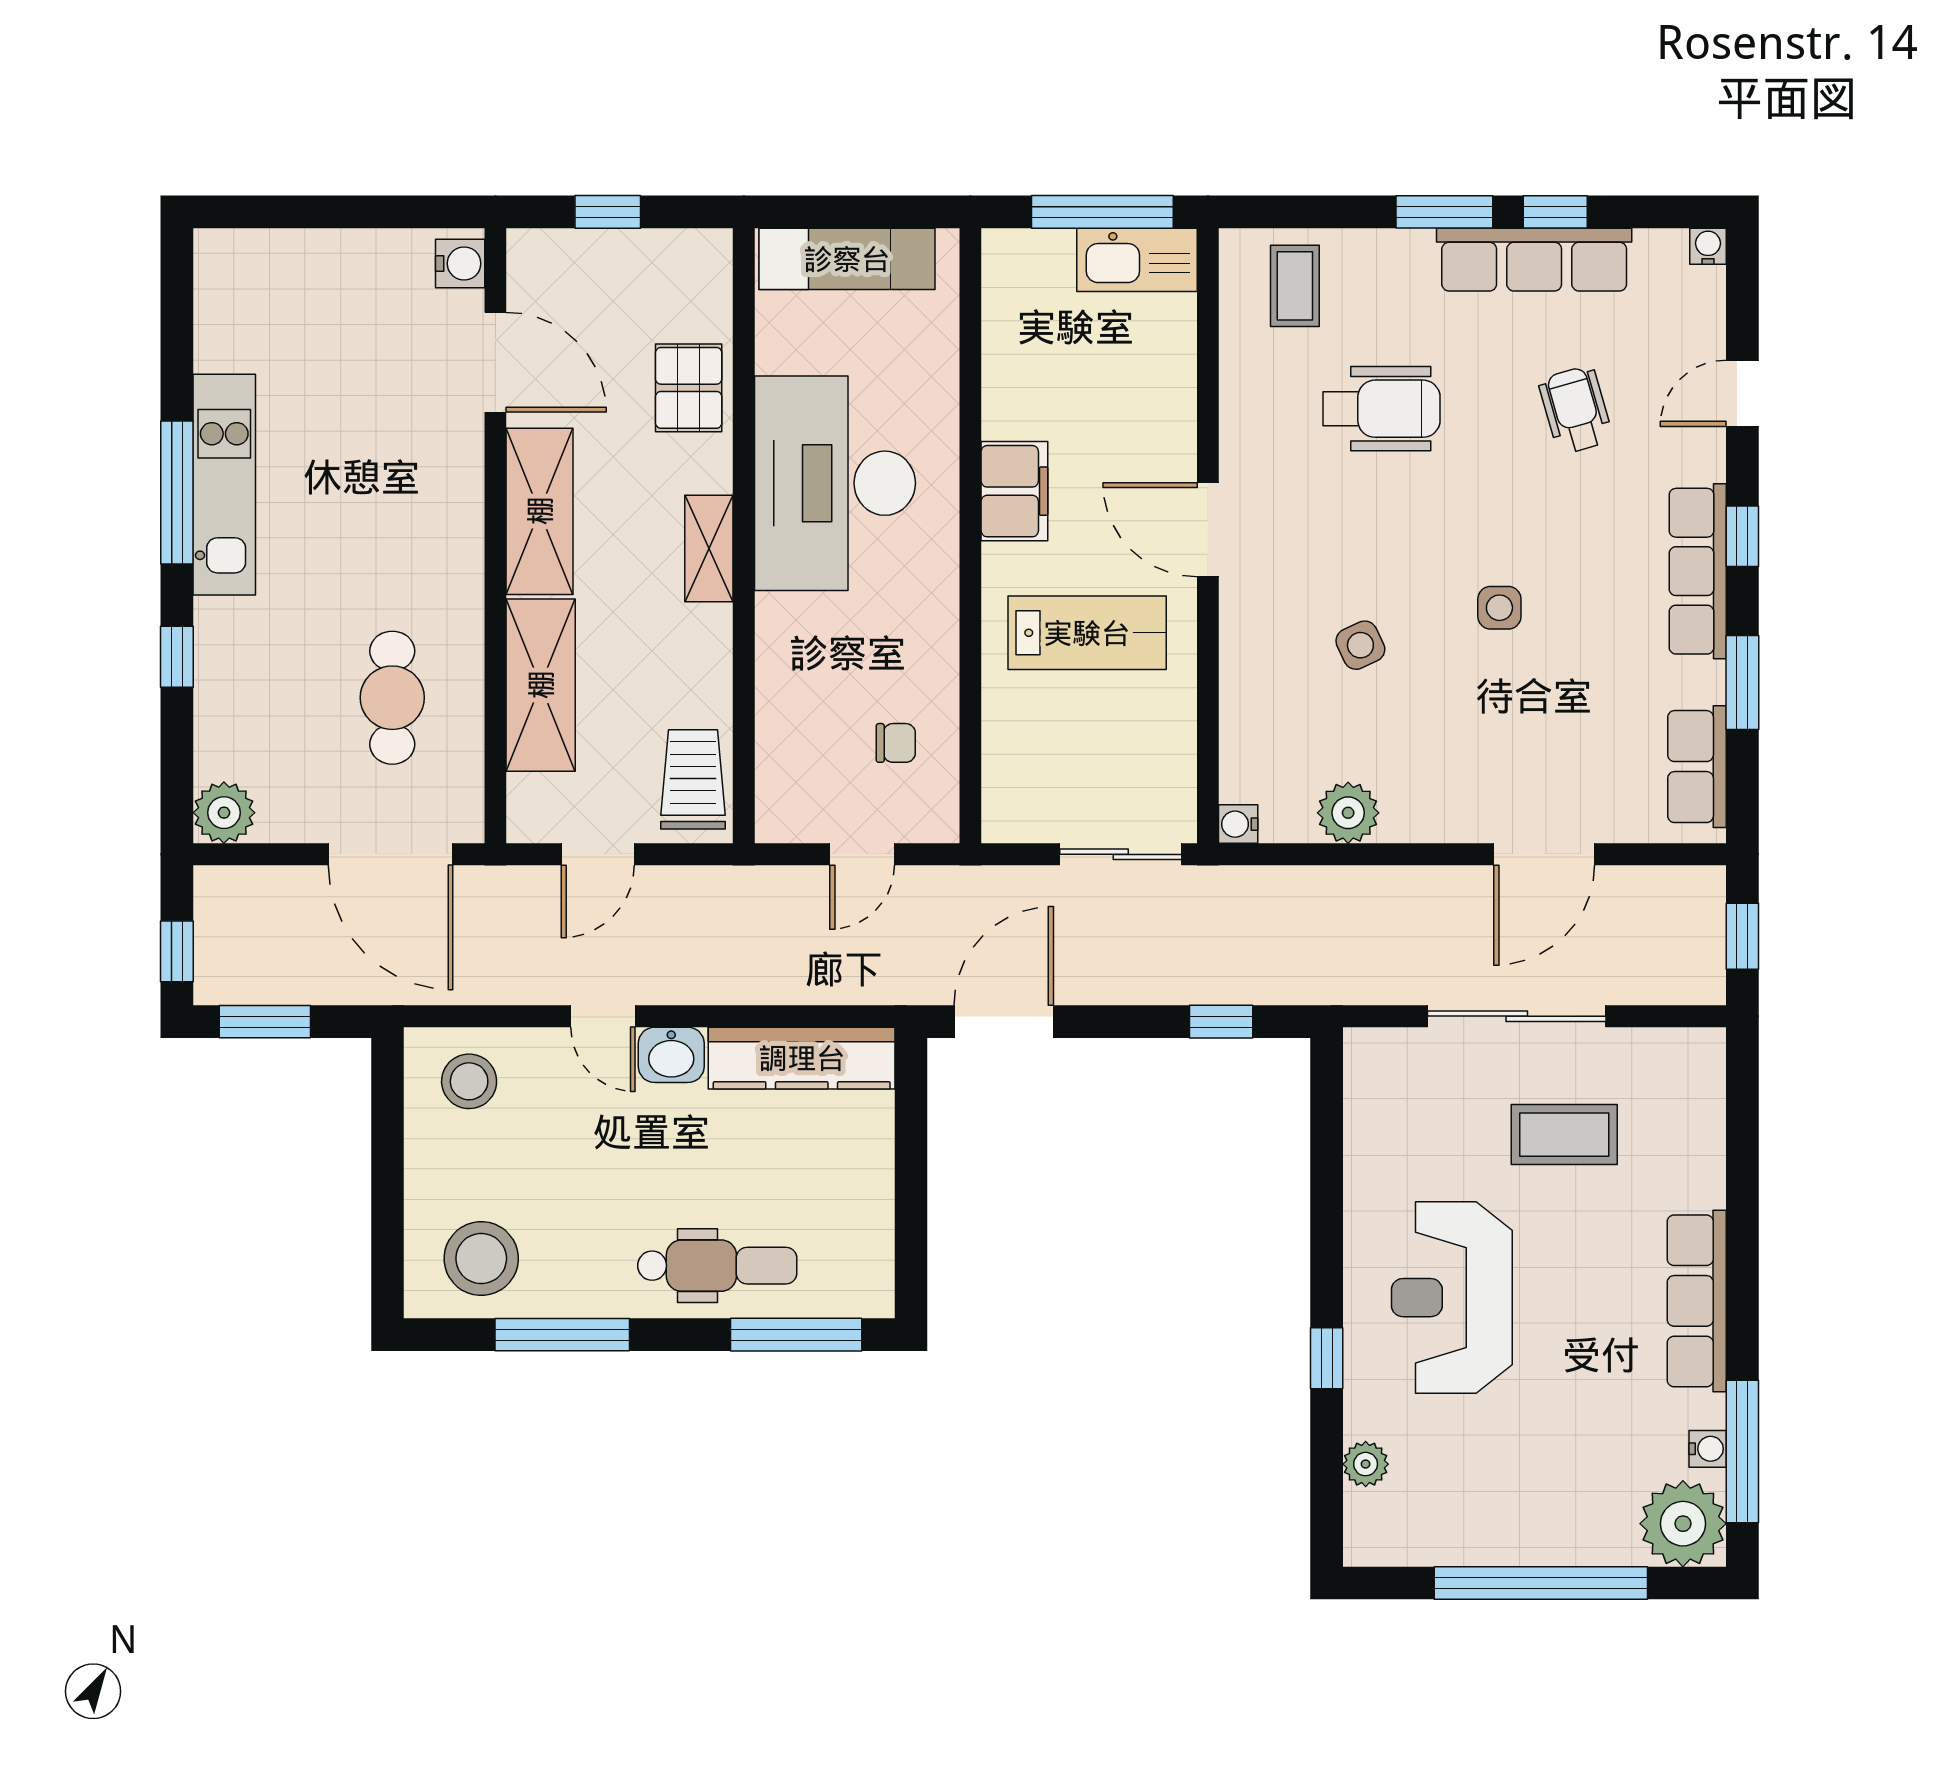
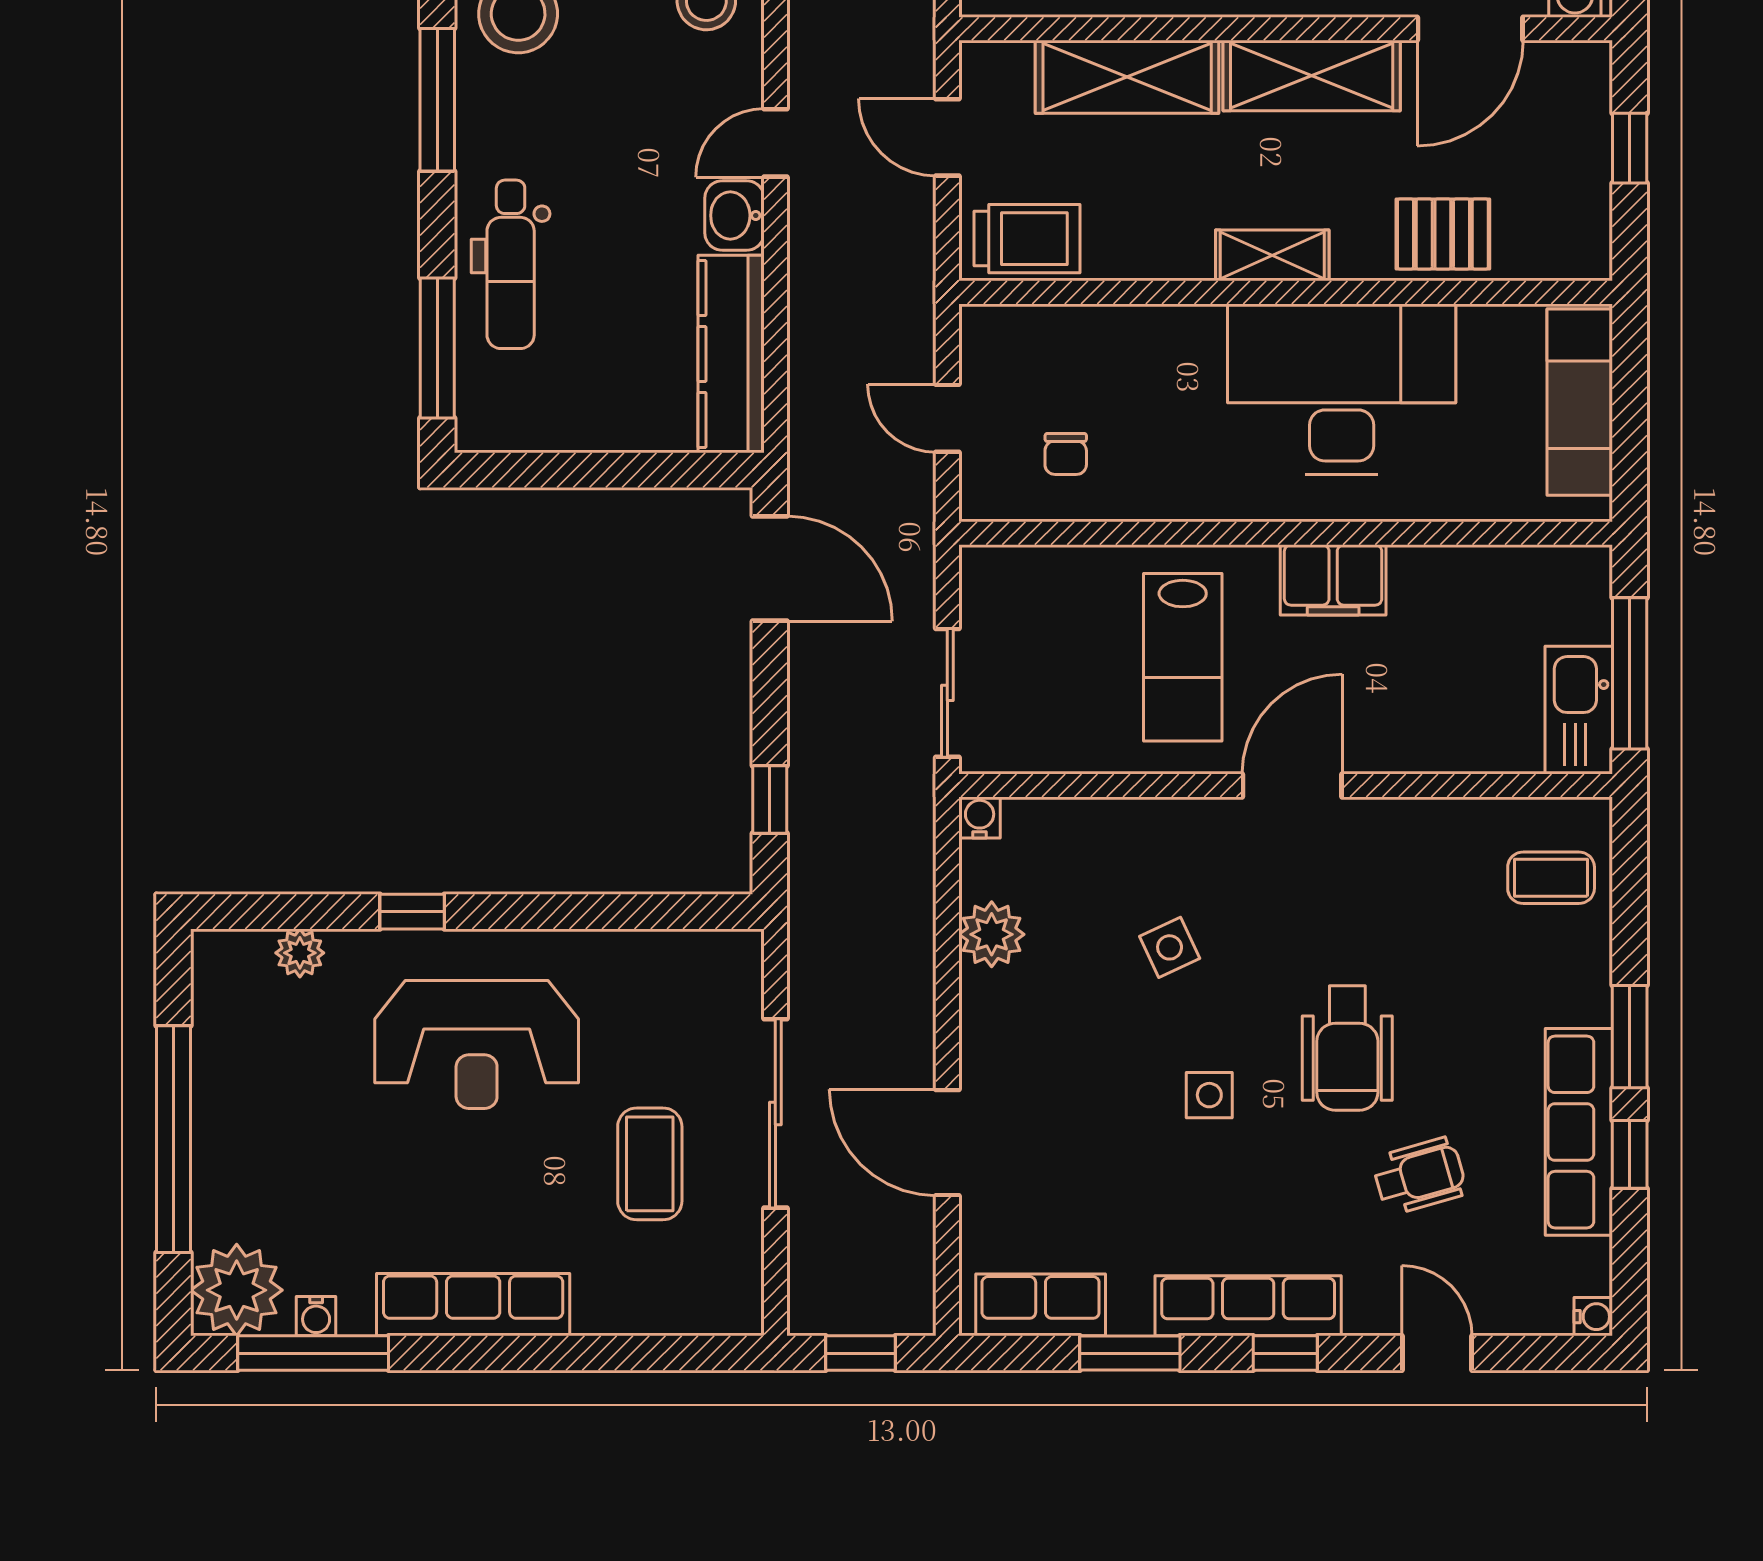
wheelchair: (1381, 409) -> (1347, 1048), moved
reception desk: (1452, 1298) -> (477, 1044), turned 180

